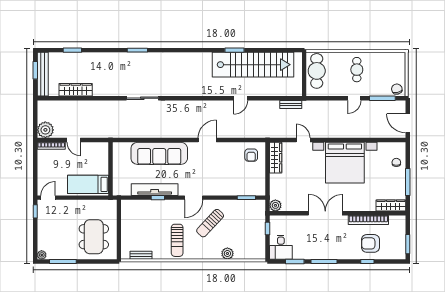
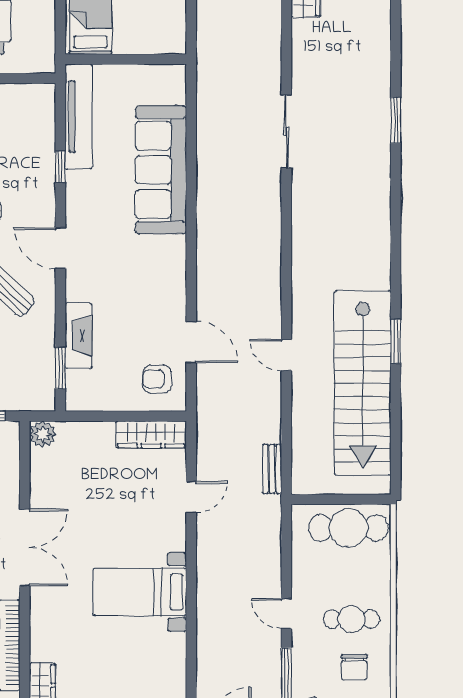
chair: (378, 68) -> (354, 667), added
door: (207, 140) -> (191, 342), moved
bed with nightstands: (345, 163) -> (140, 592), width x0.54
tv unit: (155, 190) -> (79, 117), moved
fireplace: (232, 190) -> (79, 336), added

